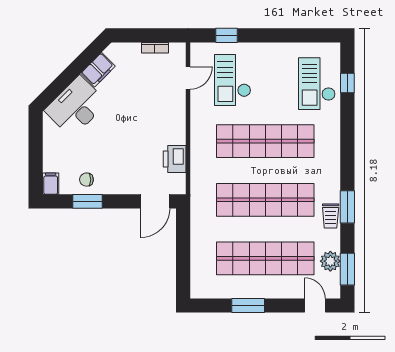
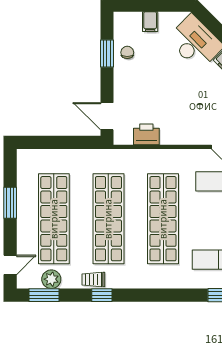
filing cabinet: (51, 184) -> (150, 22), moved, turned 90
window: (347, 207) -> (102, 295), width x0.67

